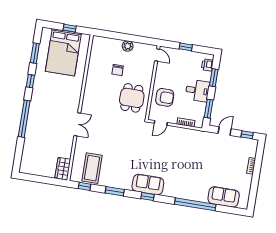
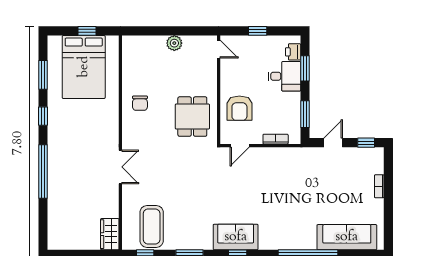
chair: (118, 70) -> (140, 103), moved
desk: (197, 91) -> (284, 76), moved
armchair: (165, 97) -> (239, 108), turned 90
sofa: (224, 197) -> (347, 237), width x1.36

